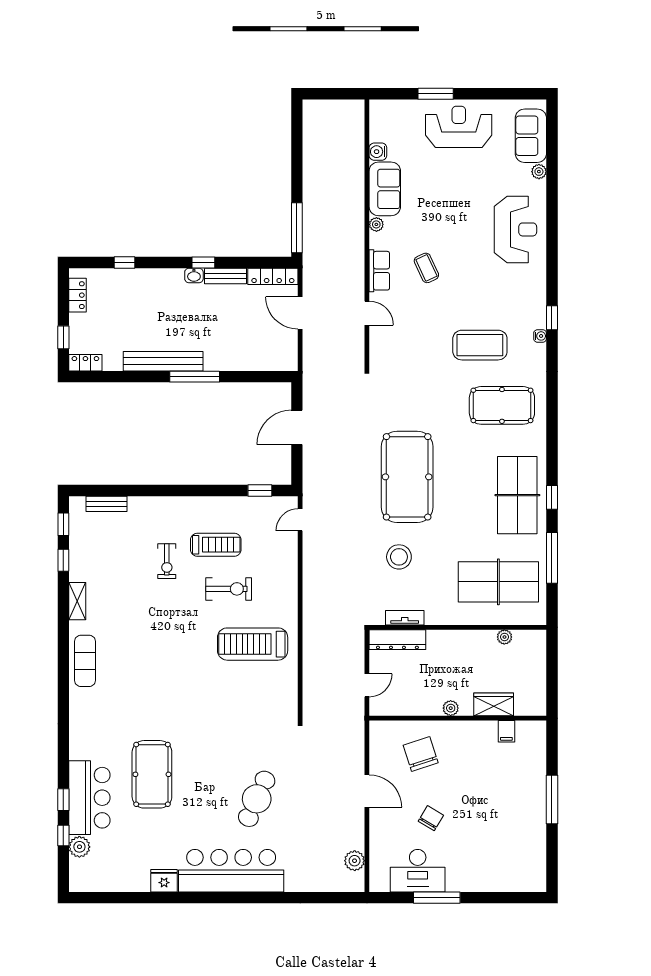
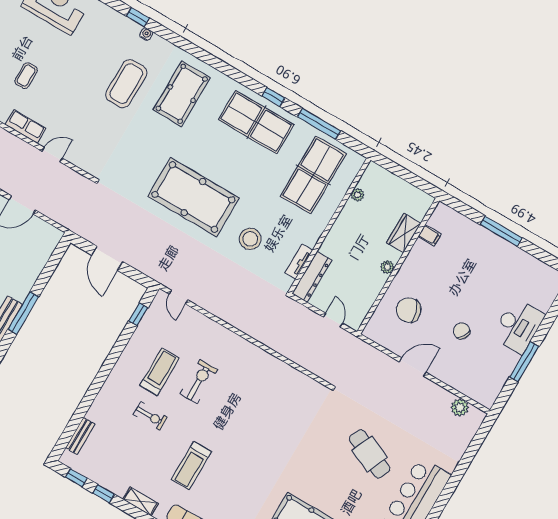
coffee table: (426, 268) -> (26, 76), moved, turned -65
treadmill: (253, 644) -> (191, 466), moved, width x0.73, depth x0.73
desk: (418, 871) -> (518, 326), moved

